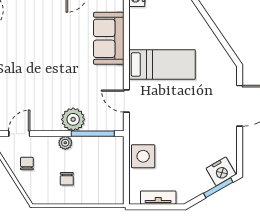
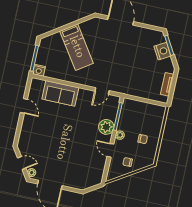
bed: (162, 64) -> (77, 47), moved, turned 146
door: (19, 134) -> (110, 150), moved
side table: (143, 156) -> (139, 88), removed
nightstand: (221, 171) -> (162, 51), moved

